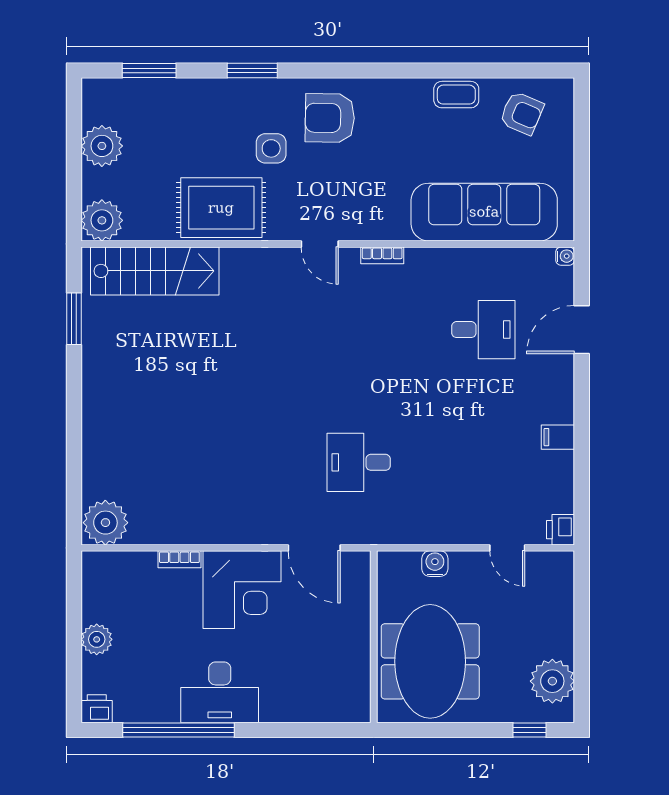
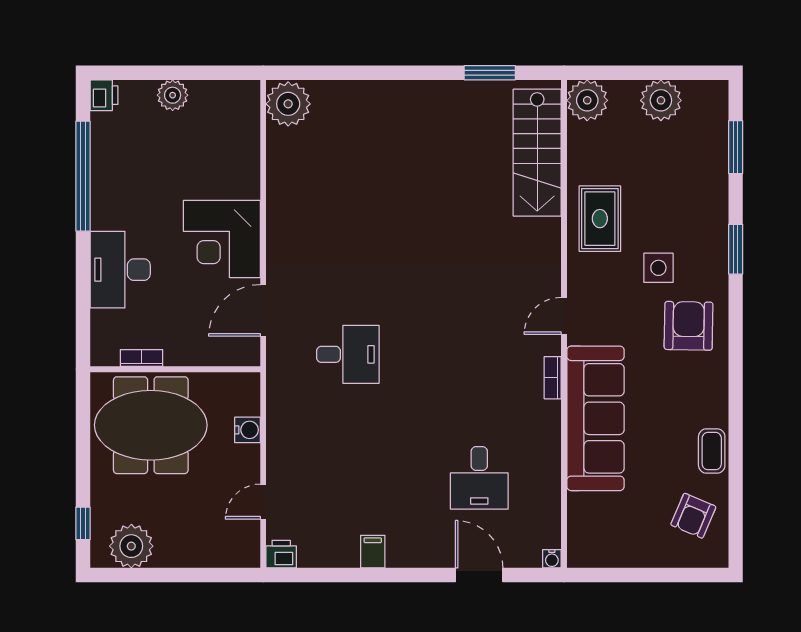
rug: (221, 208) -> (600, 219), width x0.73, depth x0.70
sofa: (484, 212) -> (595, 418), moved
desk: (359, 462) -> (348, 354), turned 90
bookcase: (179, 559) -> (142, 358), moved, turned 90
desk: (220, 692) -> (120, 270), moved

